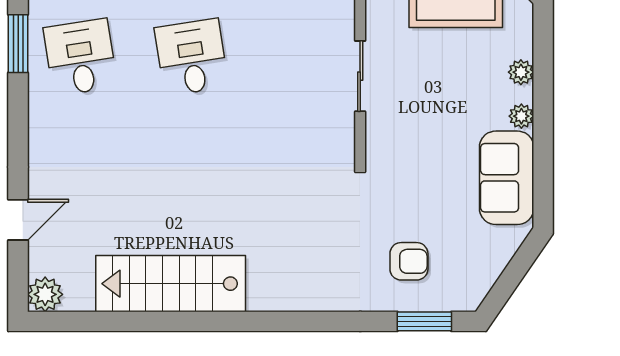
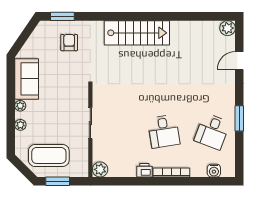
window: (18, 44) -> (239, 118), moved
desk: (80, 57) -> (212, 131), turned 30
armchair: (409, 261) -> (69, 43), turned 90
stairs: (171, 284) -> (137, 33), moved

